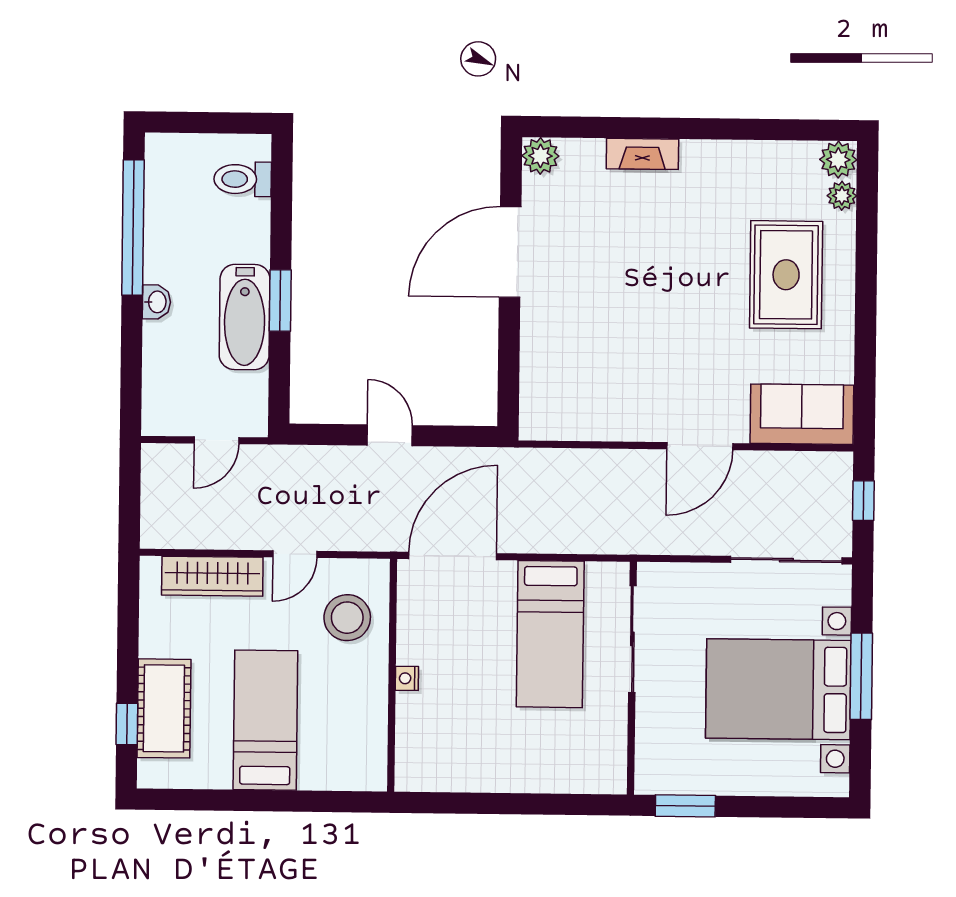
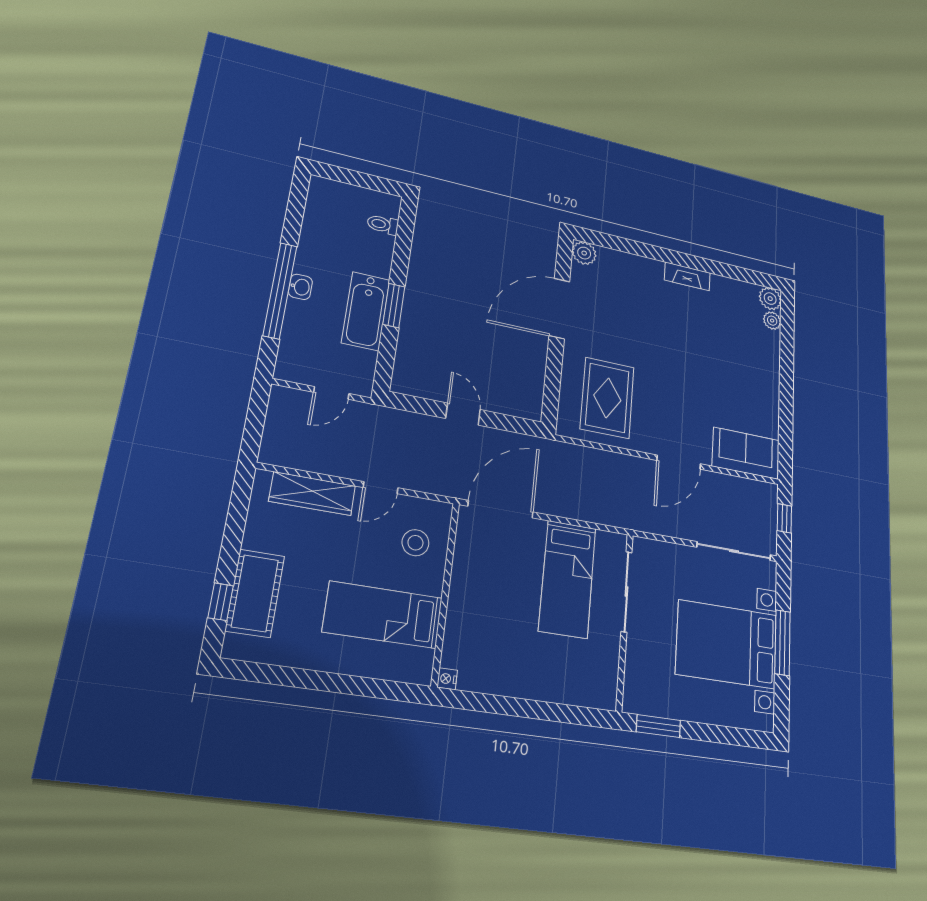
fireplace: (642, 154) -> (687, 276), moved
toilet: (243, 179) -> (383, 225), width x0.73, depth x0.72
window: (133, 228) -> (280, 290), moved
rug: (786, 275) -> (607, 398), moved
stool: (347, 618) -> (415, 543), width x0.73, depth x0.73
nightstand: (407, 678) -> (447, 679), moved
bed: (265, 720) -> (383, 615), moved, turned -90

